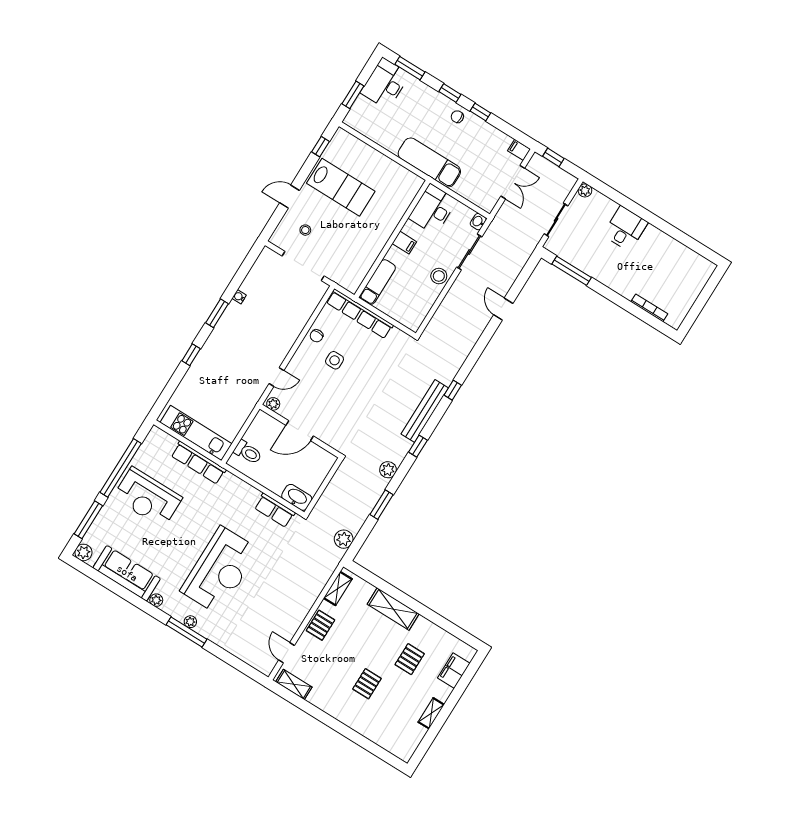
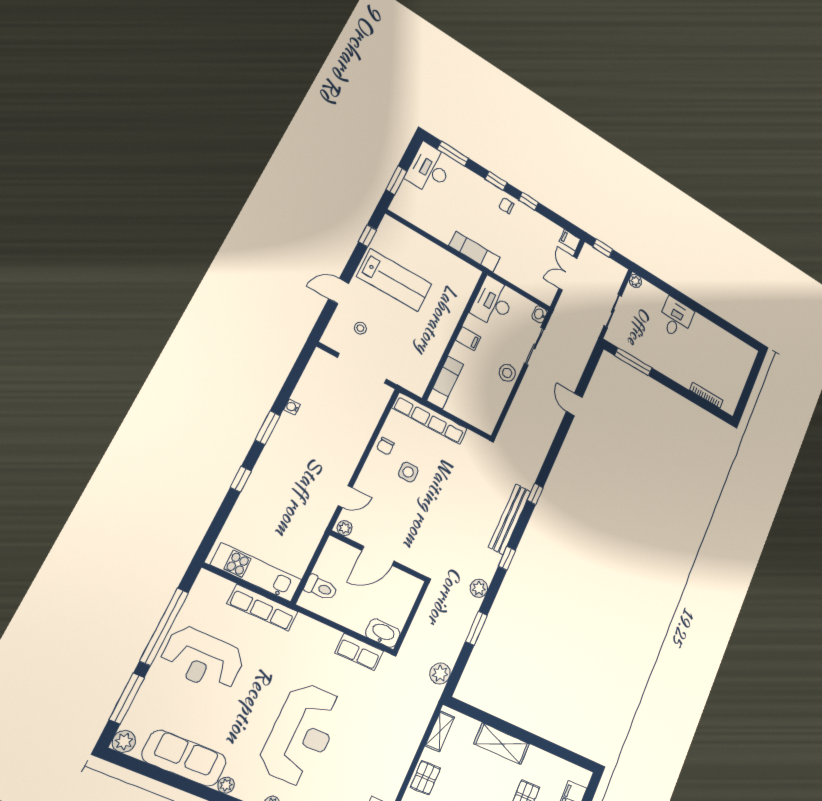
exam couch: (429, 162) -> (474, 252), width x0.73, depth x0.69
double door: (513, 182) -> (568, 273), swing flipped

